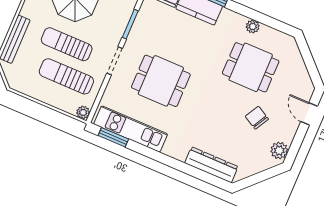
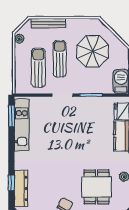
dining table: (161, 81) -> (62, 131), removed
plant: (83, 112) -> (19, 39), moved
window: (199, 174) -> (11, 183), added

